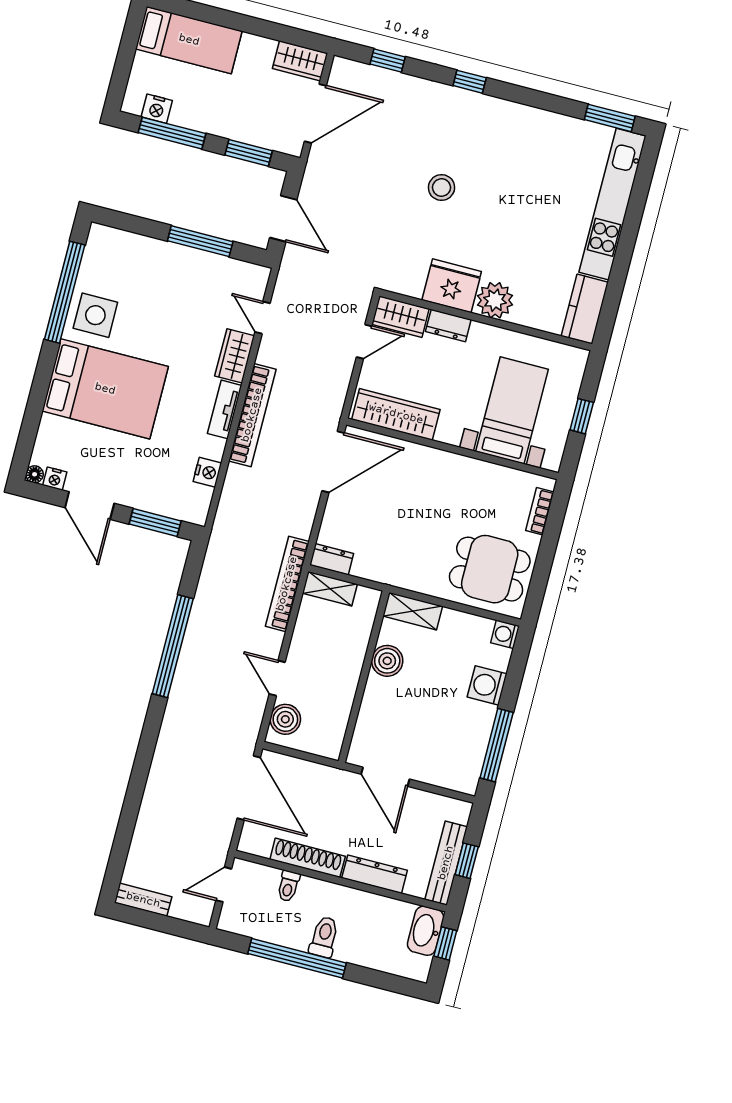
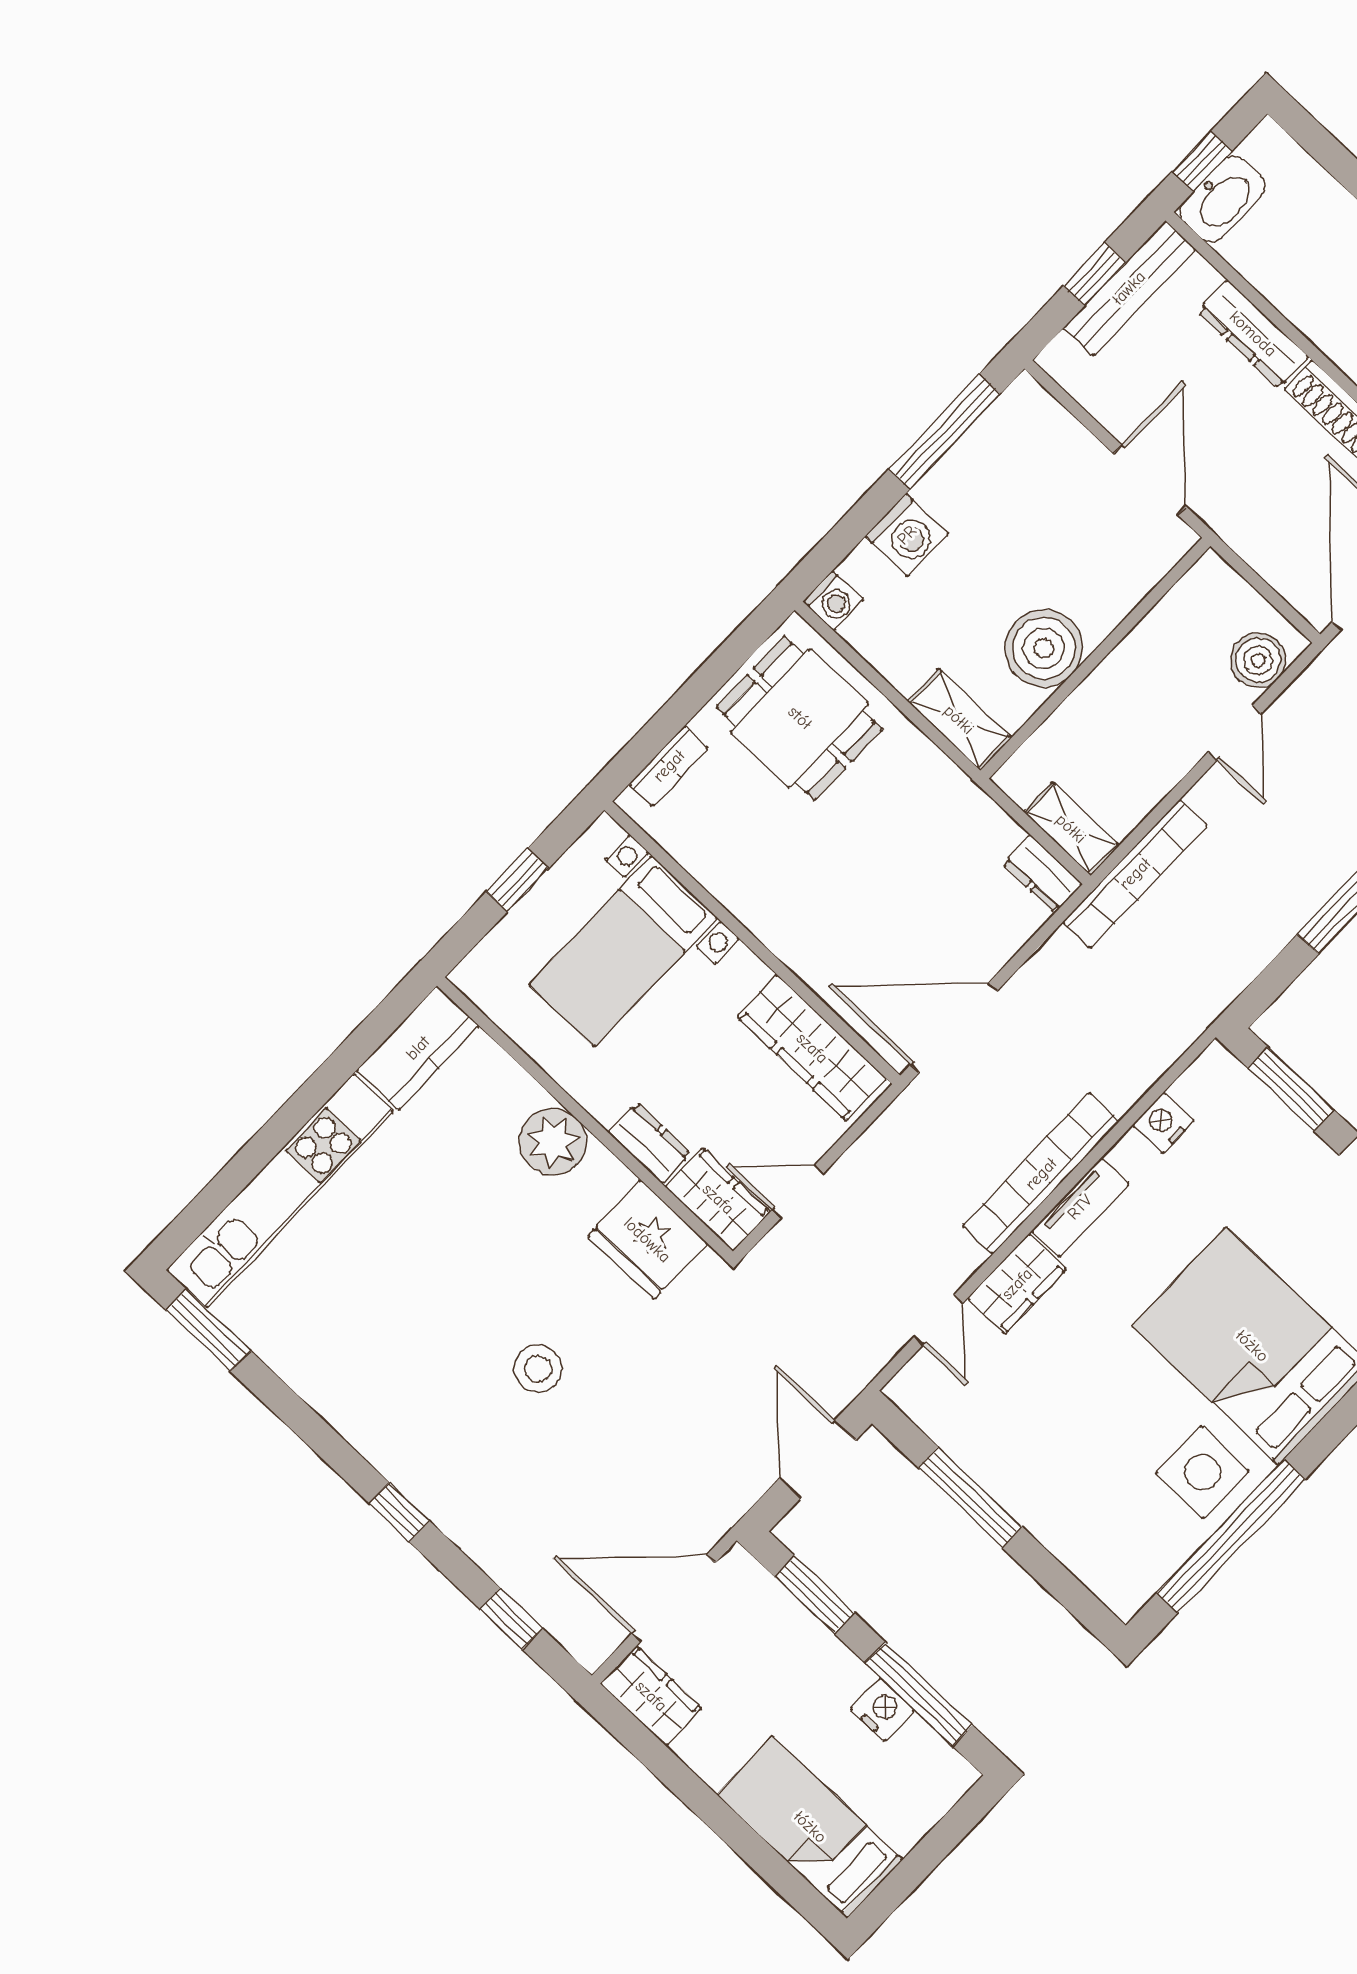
nightstand: (157, 109) -> (883, 1710), moved
fridge: (452, 286) -> (647, 1240), moved
boiler: (387, 661) -> (1044, 648), width x1.37, depth x1.37

